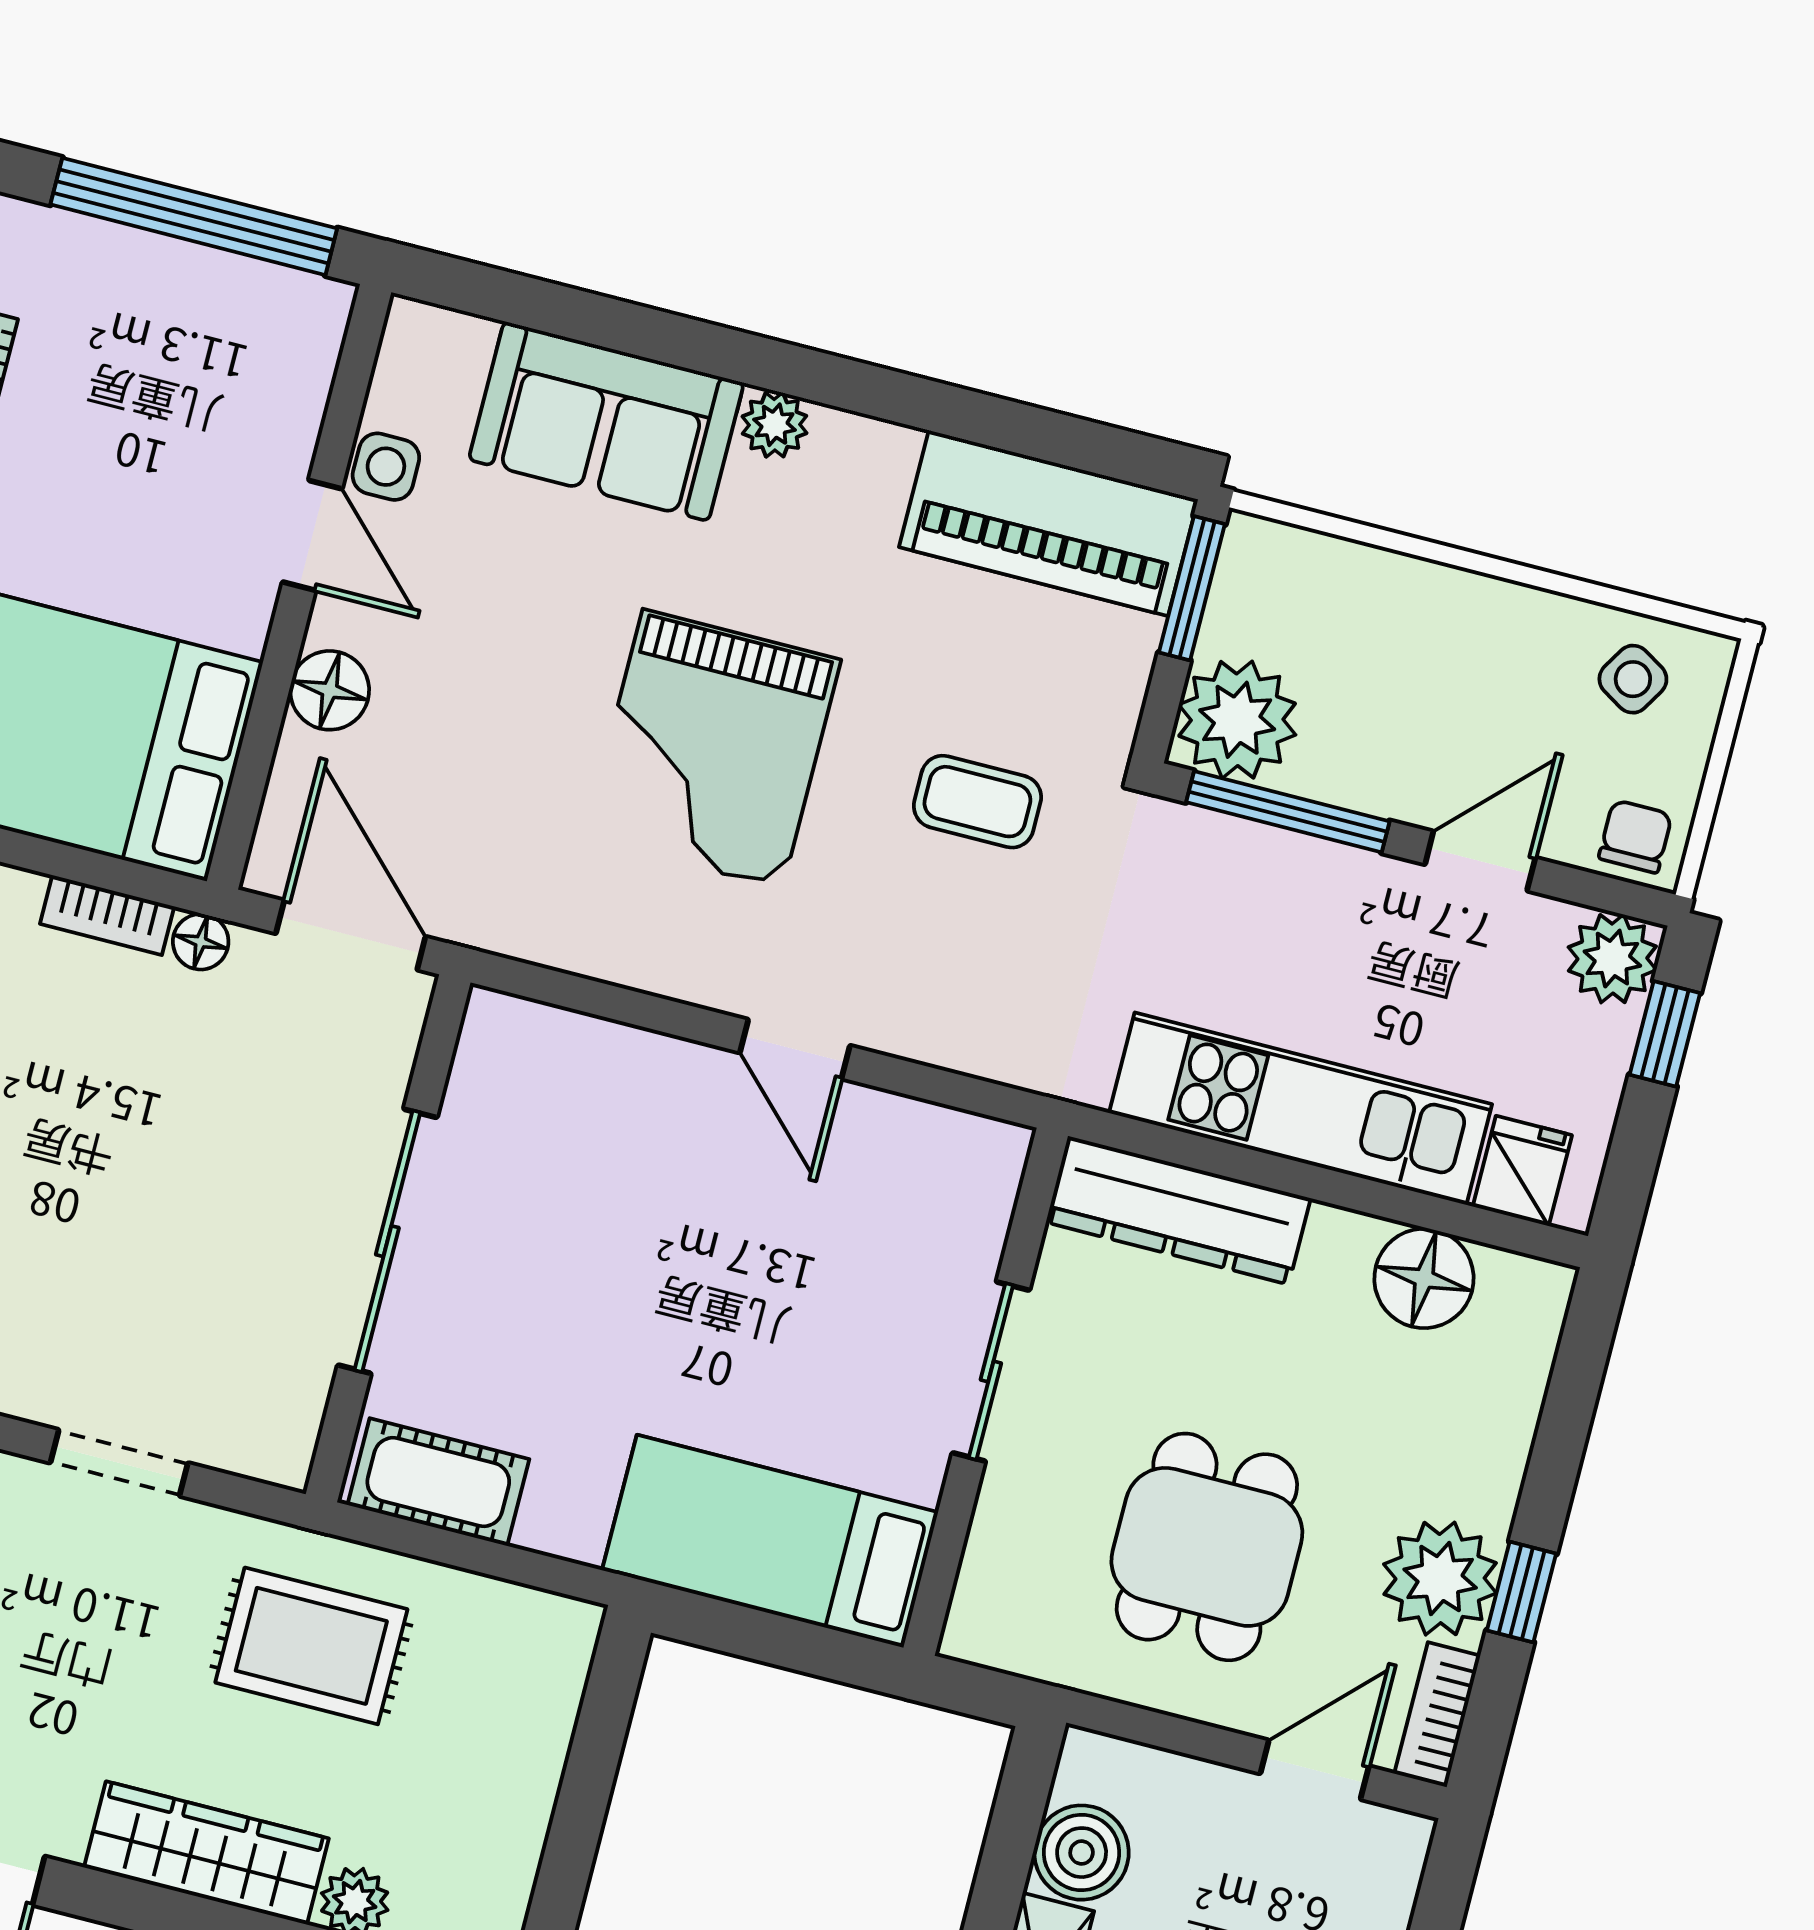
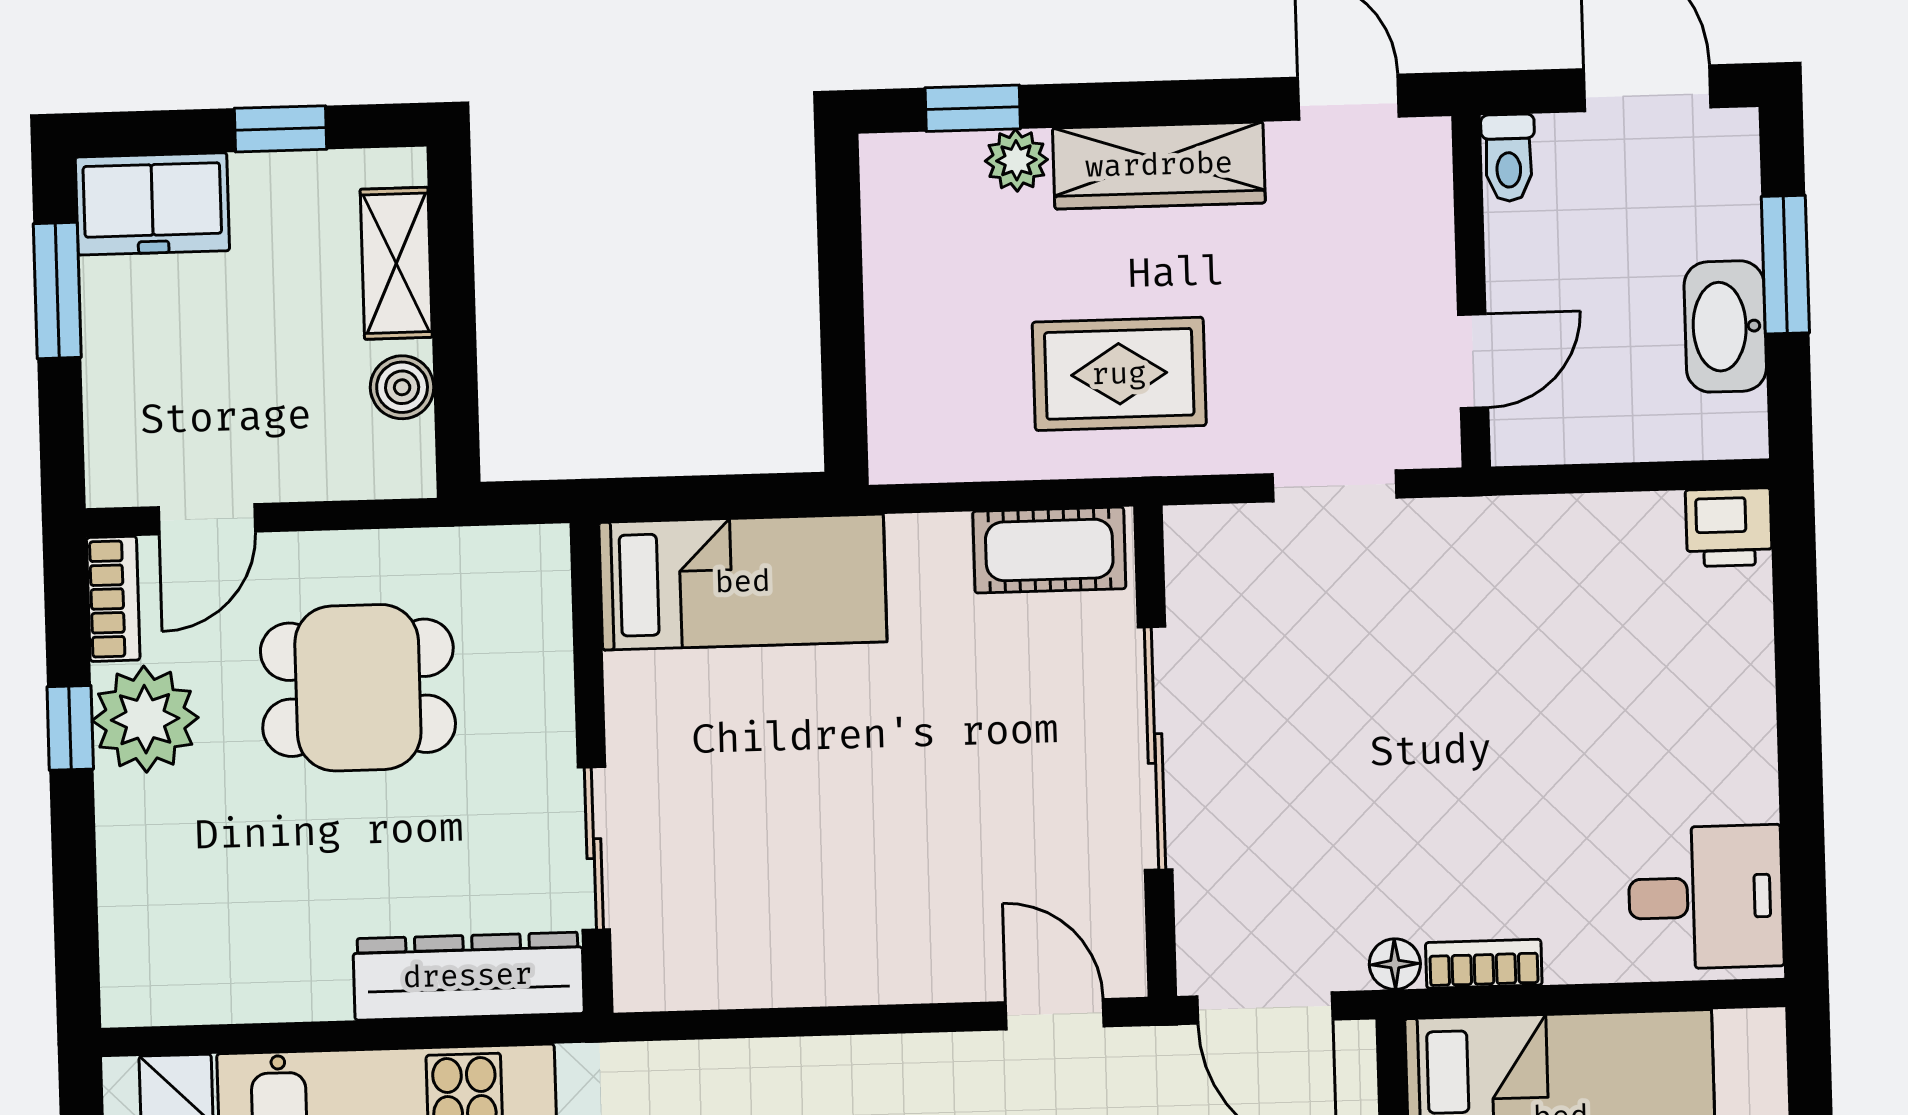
door: (795, 1049) -> (1055, 1014), moved
floor lamp: (1424, 1278) -> (235, 978), removed
sliding door: (991, 1371) -> (594, 849), moved
dining table: (1207, 1547) -> (358, 688), turned 90
boiler: (1082, 1853) -> (402, 387), width x0.73, depth x0.73

